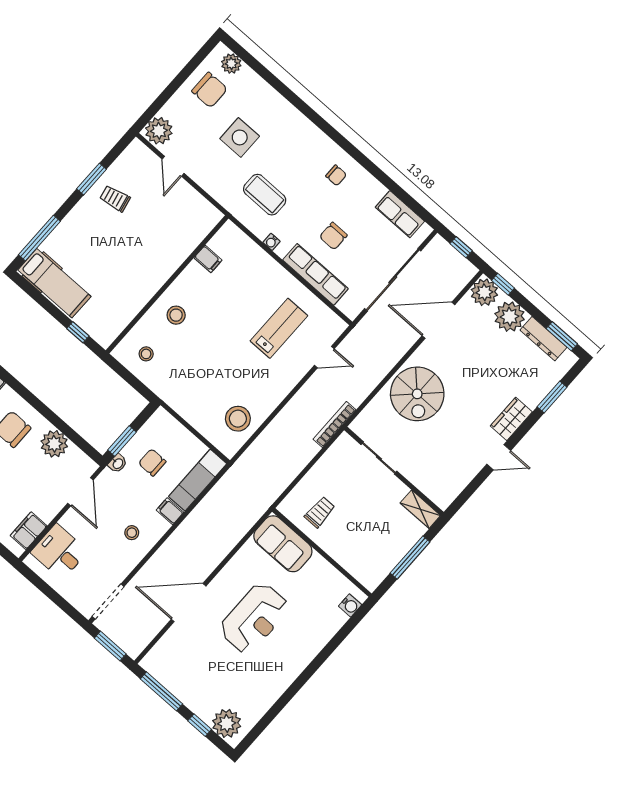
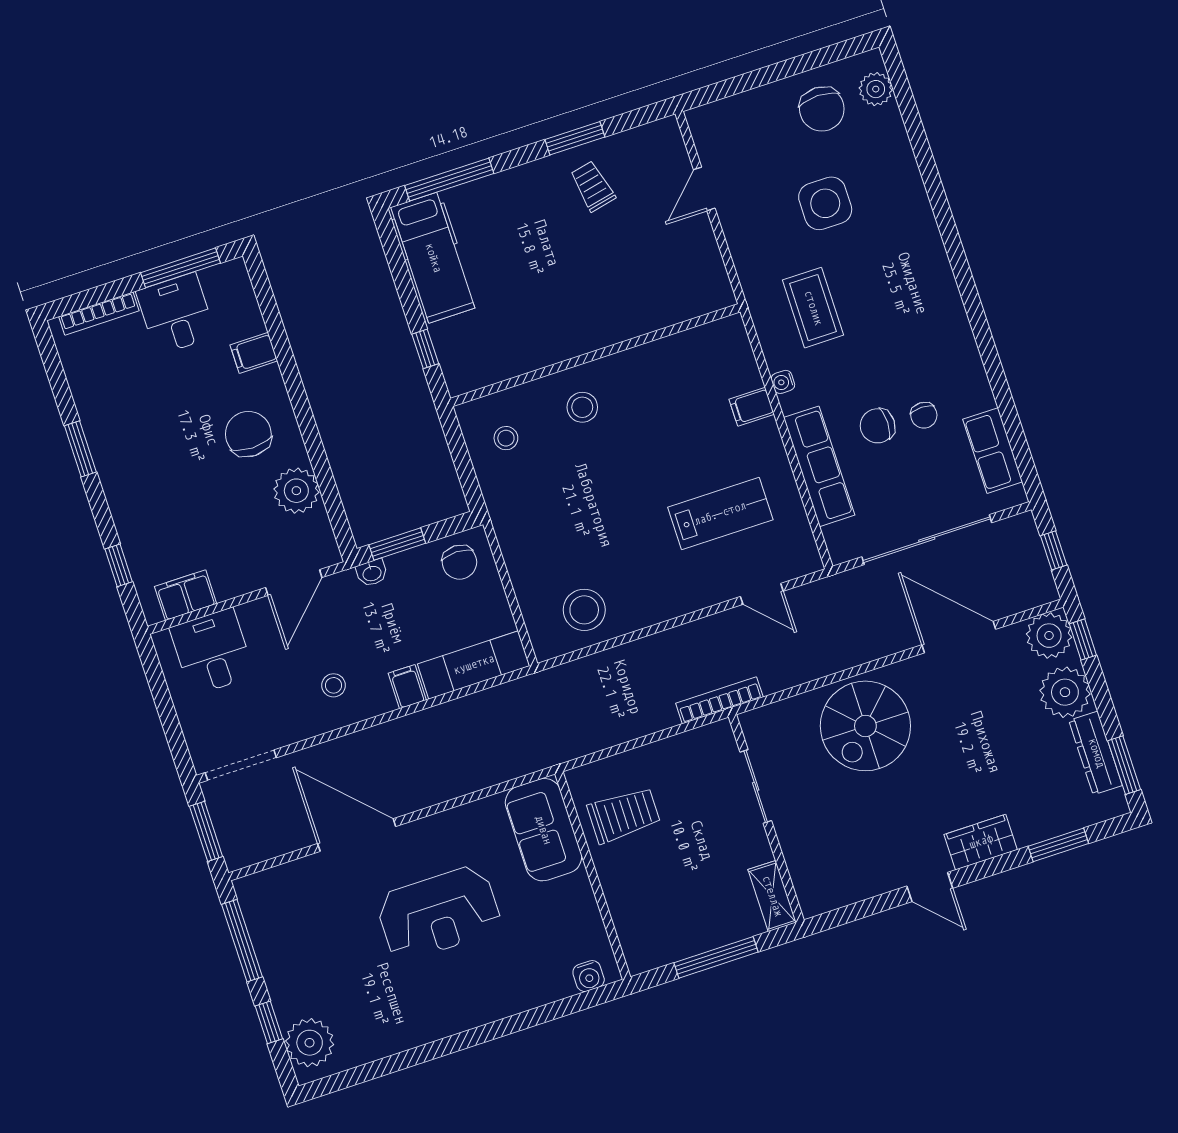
plant: (159, 131) -> (714, 125), removed
chair: (336, 175) -> (924, 415), moved
filing cabinet: (208, 259) -> (752, 407), moved, turned 90
chair: (152, 462) -> (459, 562), moved, turned 180
trolley: (320, 512) -> (624, 815), width x1.36, depth x1.39

